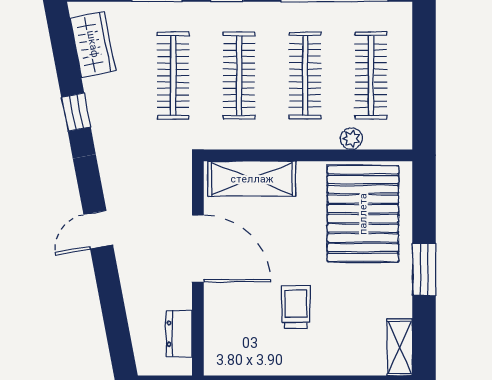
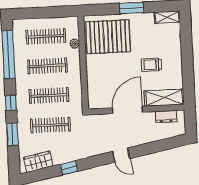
shelving: (252, 179) -> (164, 98), moved, turned 90

